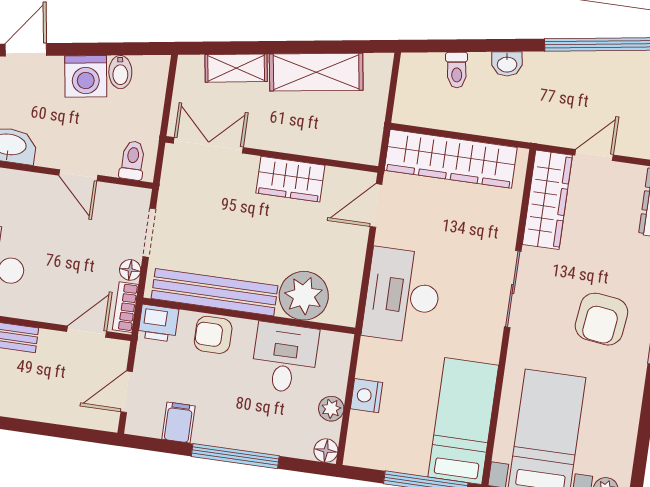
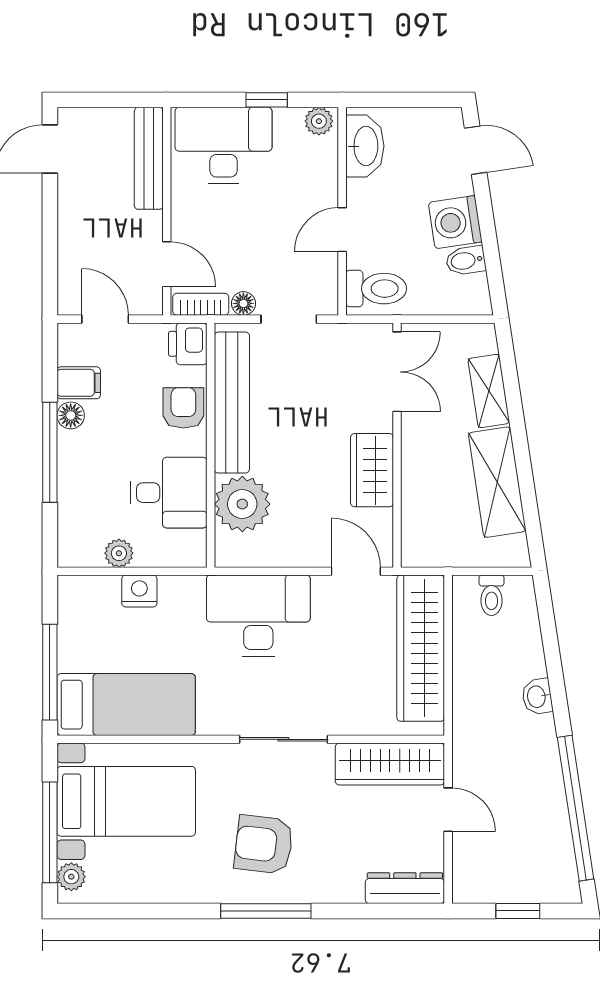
toilet: (457, 70) -> (492, 595), moved, turned -81
toilet: (132, 160) -> (376, 289), width x1.37, depth x1.39
floor lamp: (326, 451) -> (71, 415), moved

